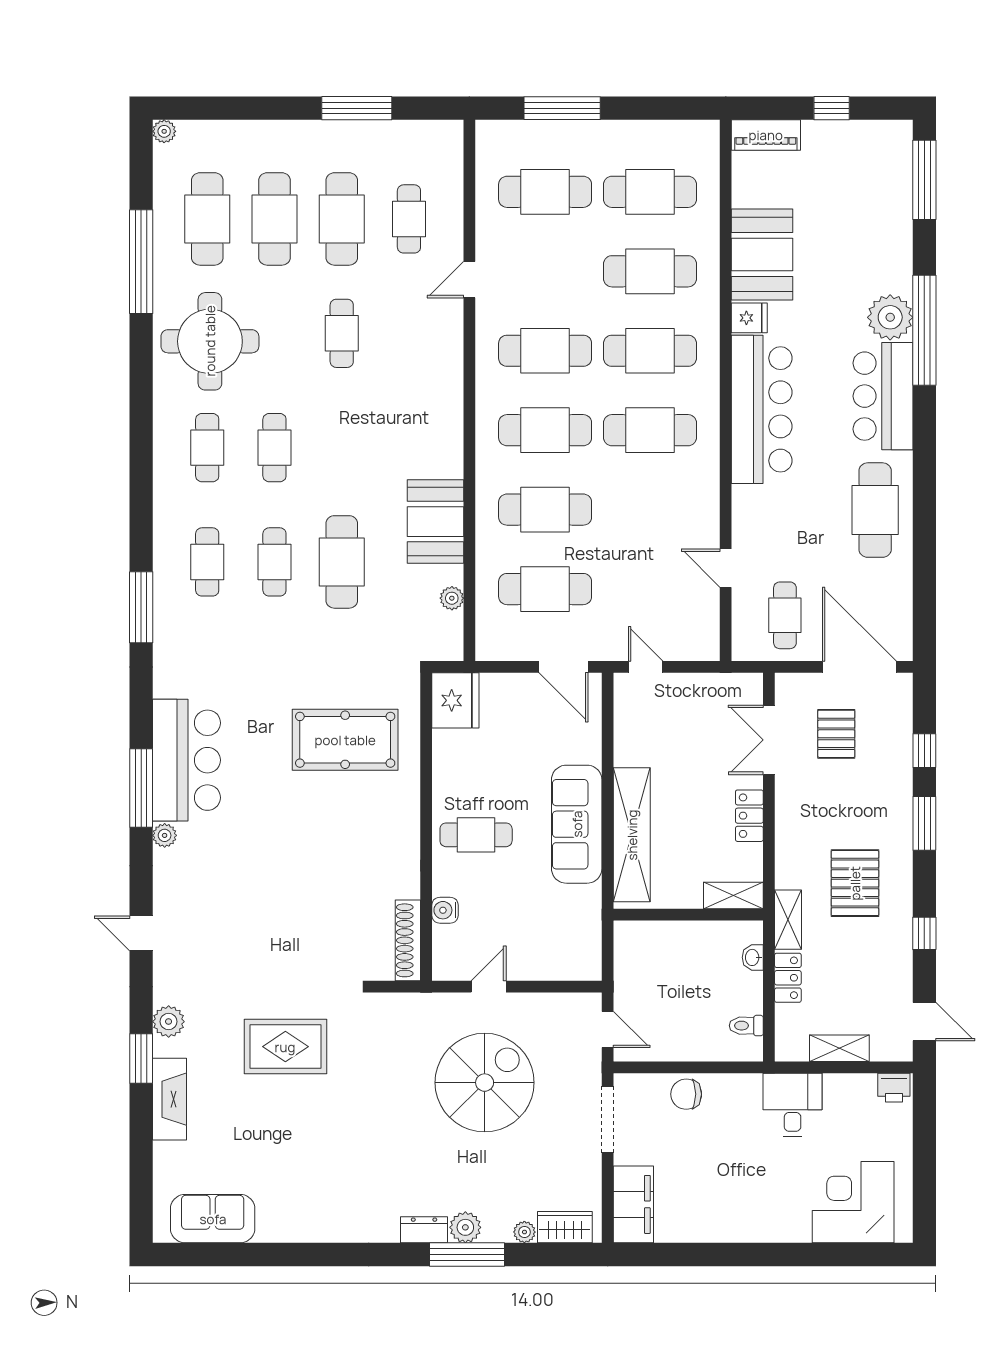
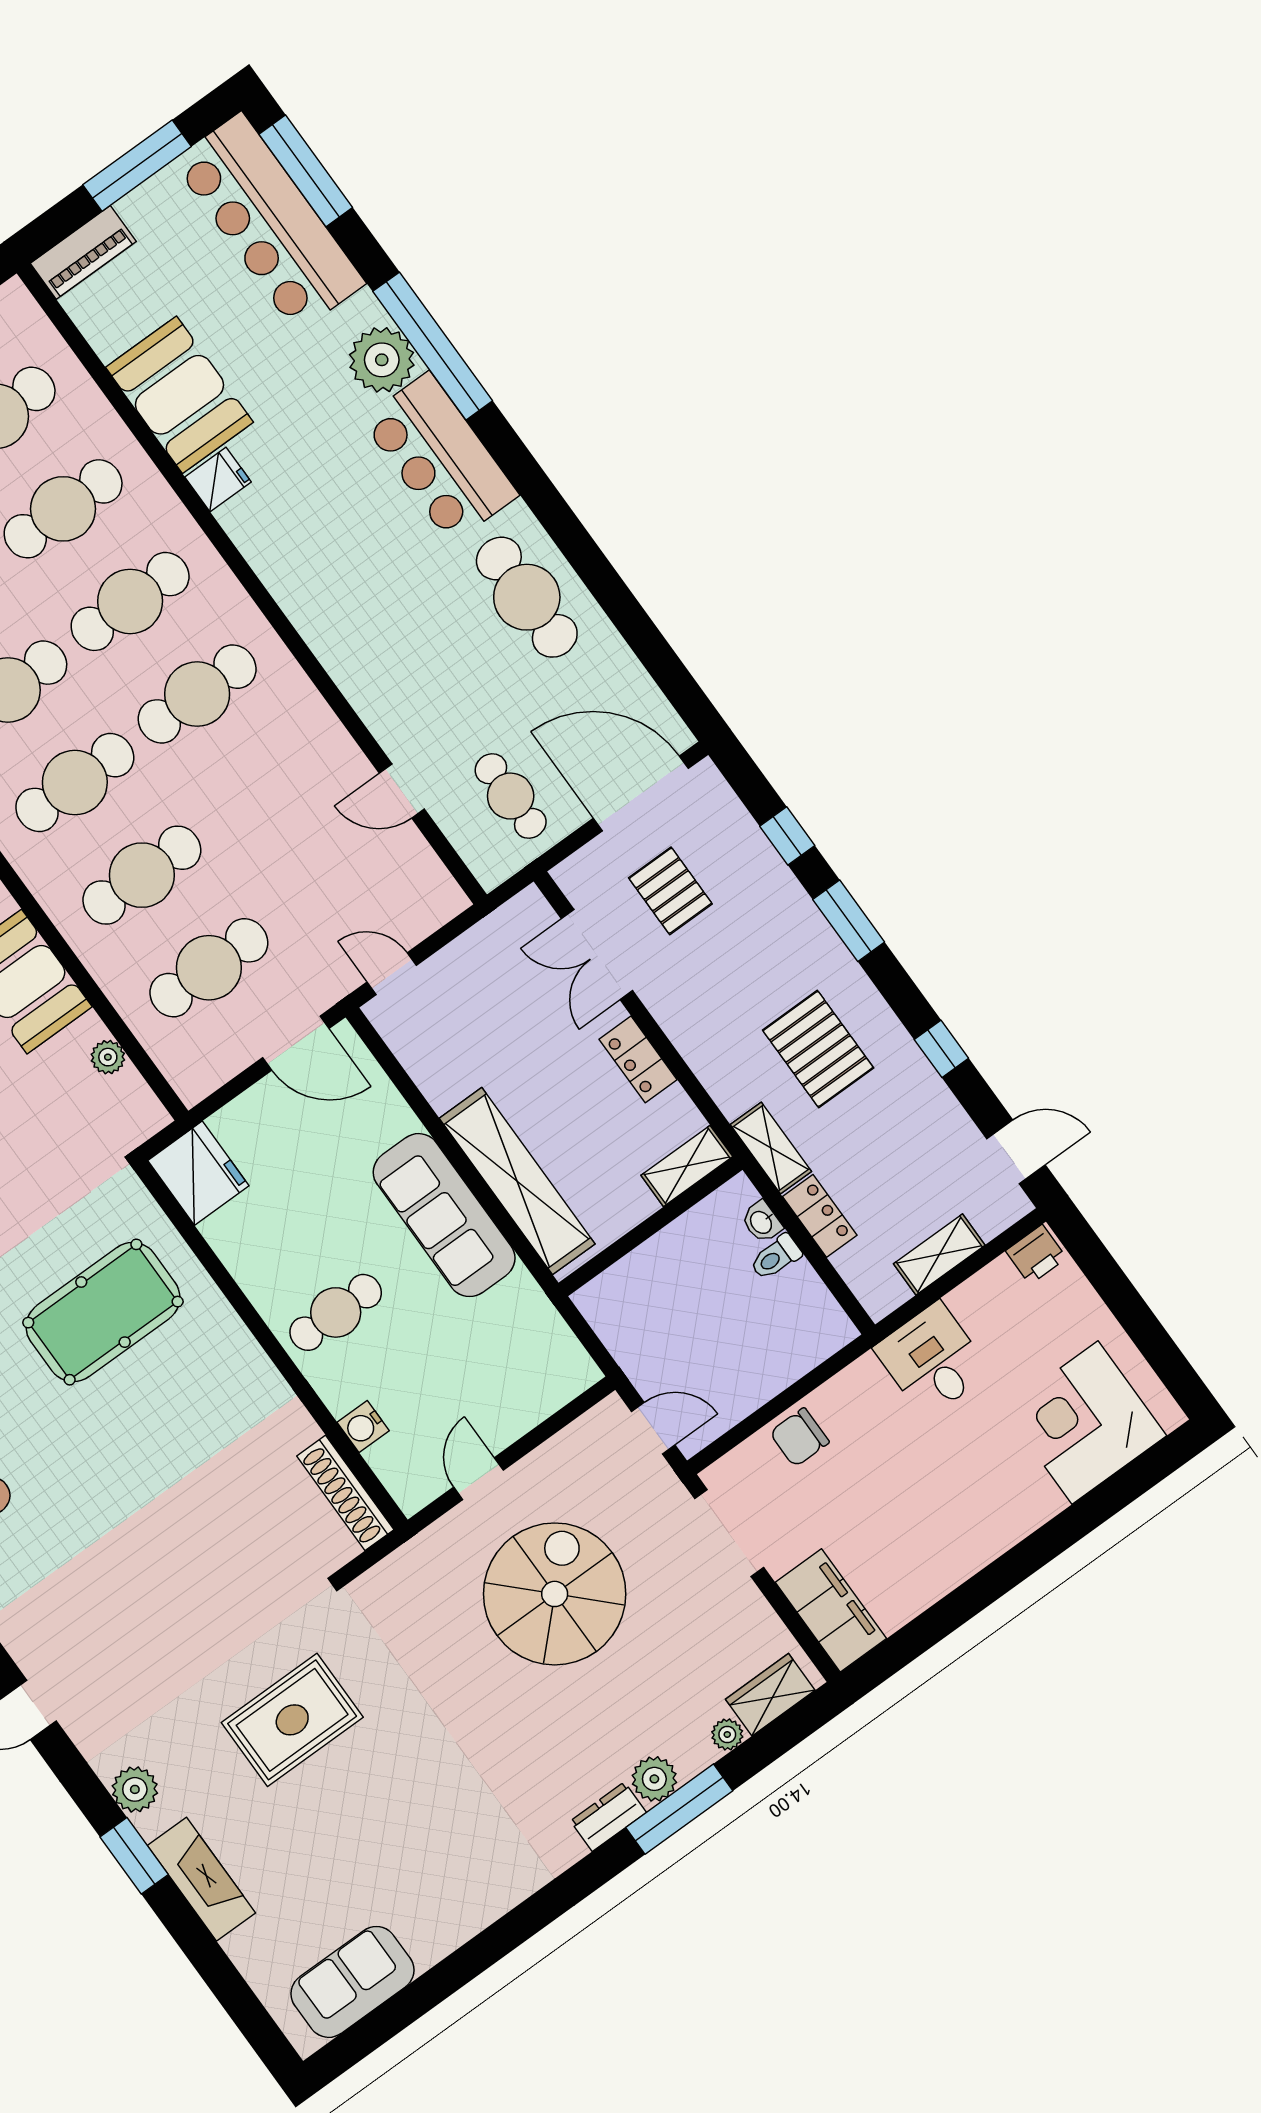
window: (832, 108) -> (137, 166), width x2.17
bar counter: (762, 409) -> (269, 222), moved, turned 180
toilet: (746, 1026) -> (776, 1257), moved

